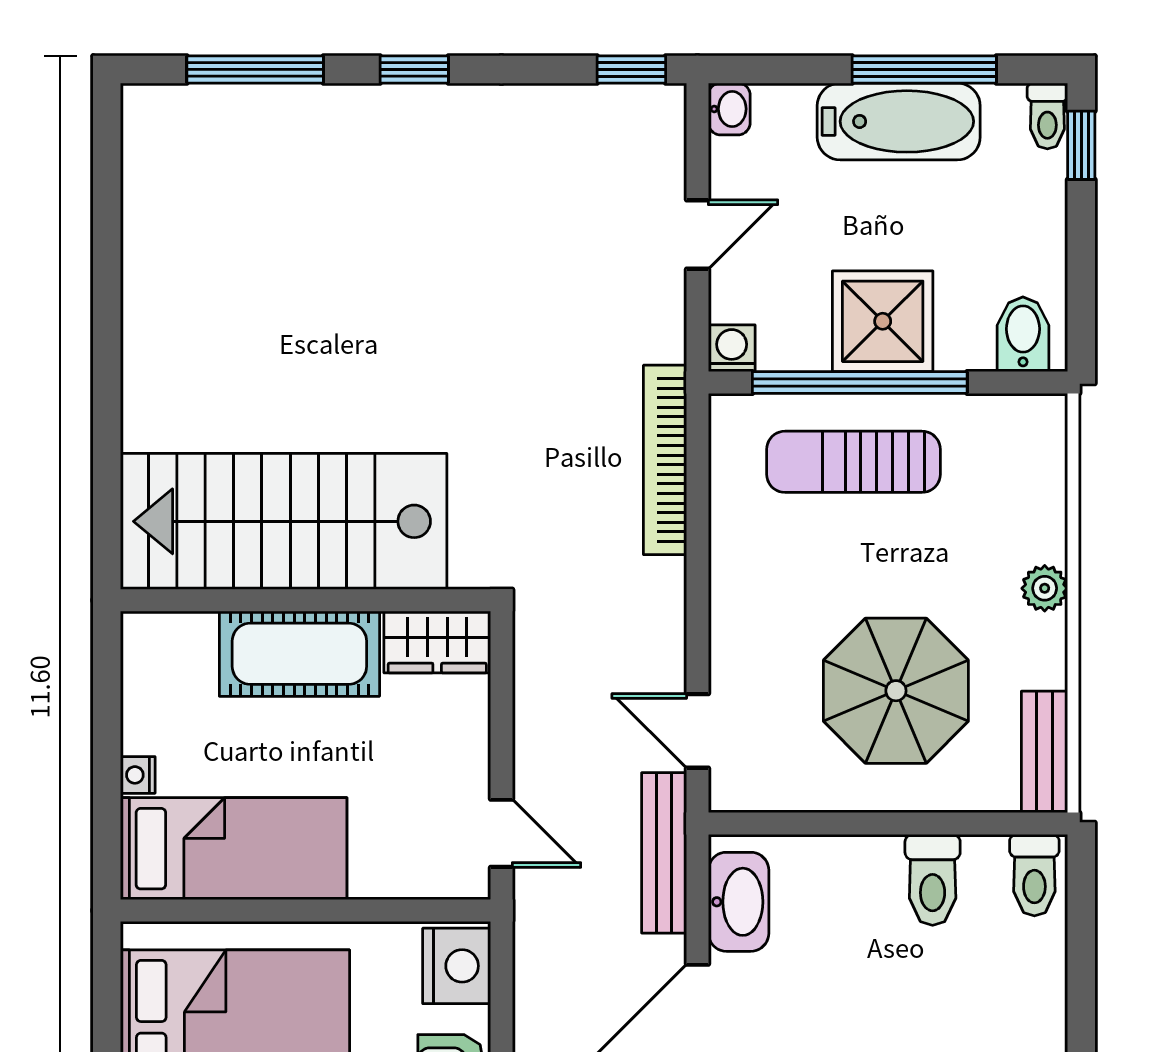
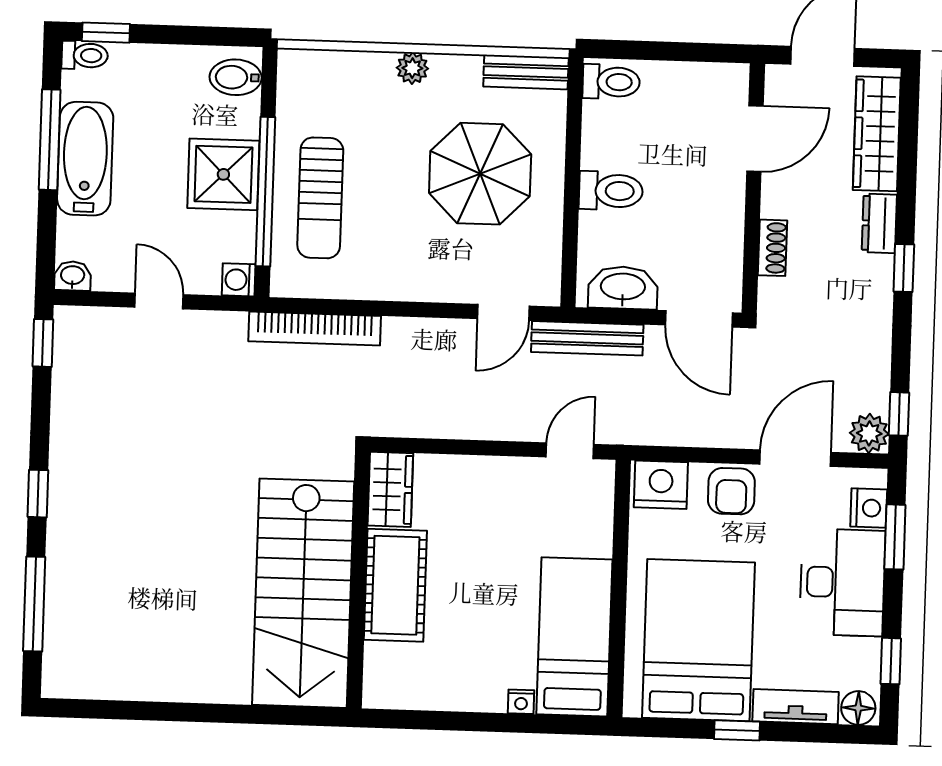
stairs: (284, 521) -> (303, 593), moved
wall: (305, 600) -> (358, 580), moved
wardrobe: (437, 642) -> (390, 489), moved
cot: (299, 654) -> (395, 585), moved
toilet: (933, 880) -> (611, 191), moved

